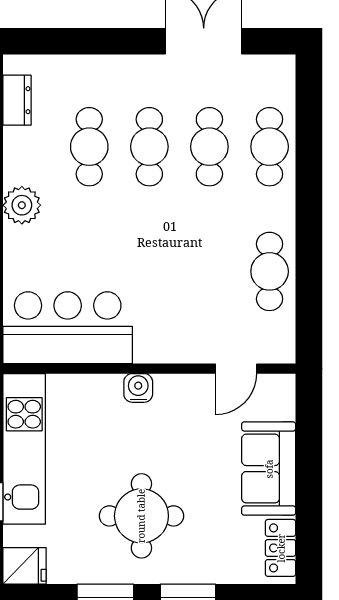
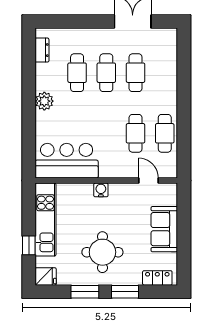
cafe table: (270, 147) -> (136, 133), moved
door: (236, 369) -> (148, 181), swing flipped
locker: (281, 548) -> (157, 278), moved, turned 90

